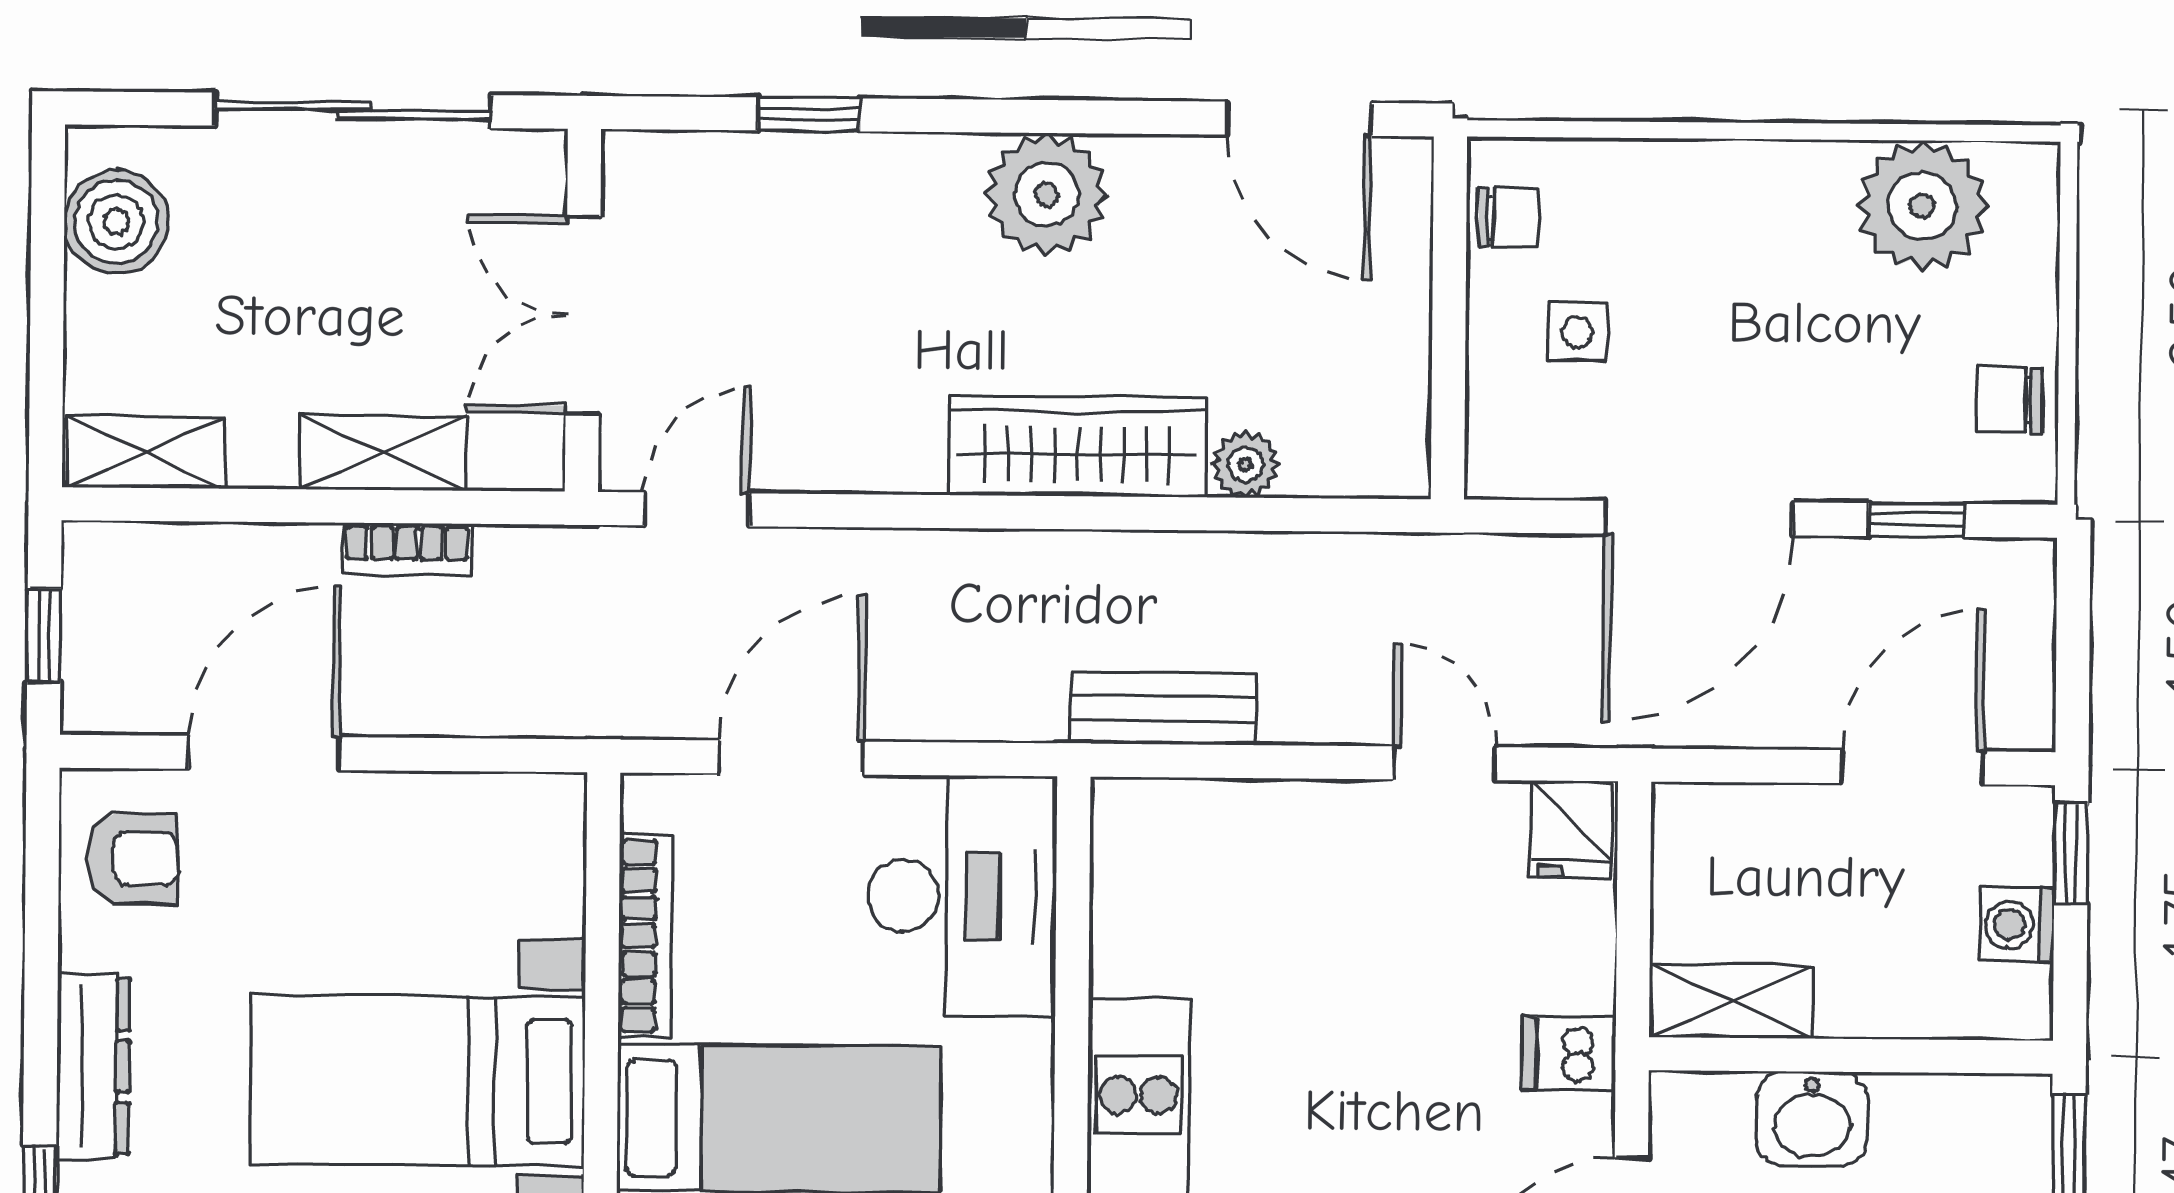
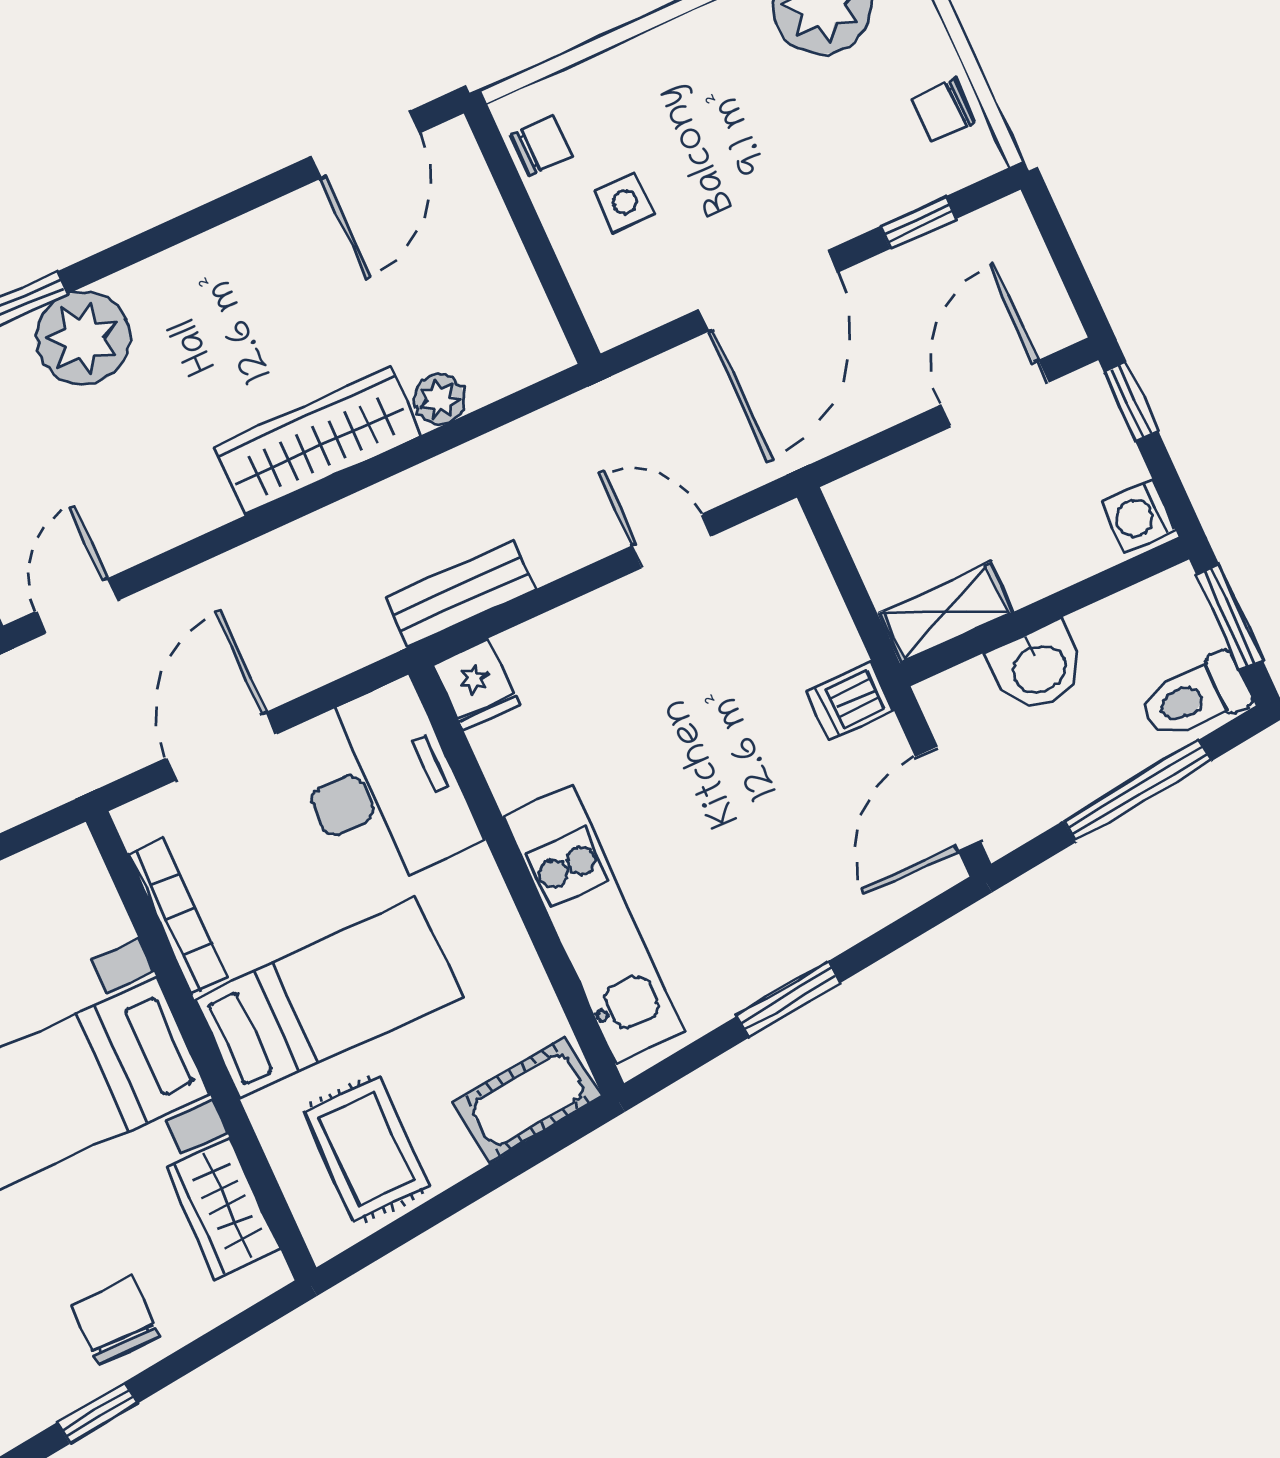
door: (1299, 119) -> (366, 144), hinge flipped
plant: (1047, 194) -> (83, 338), moved
fridge: (1572, 829) -> (476, 684), moved
washing machine: (2017, 925) -> (1139, 516), moved

